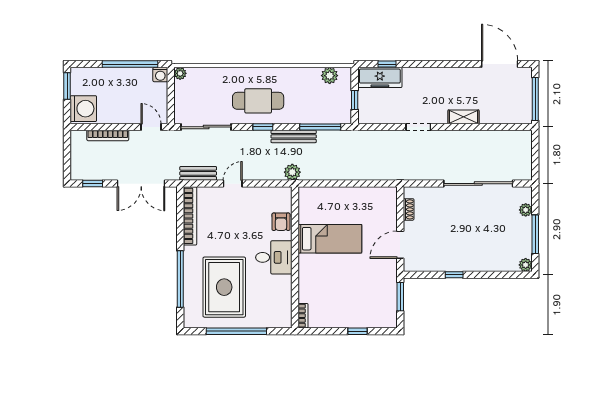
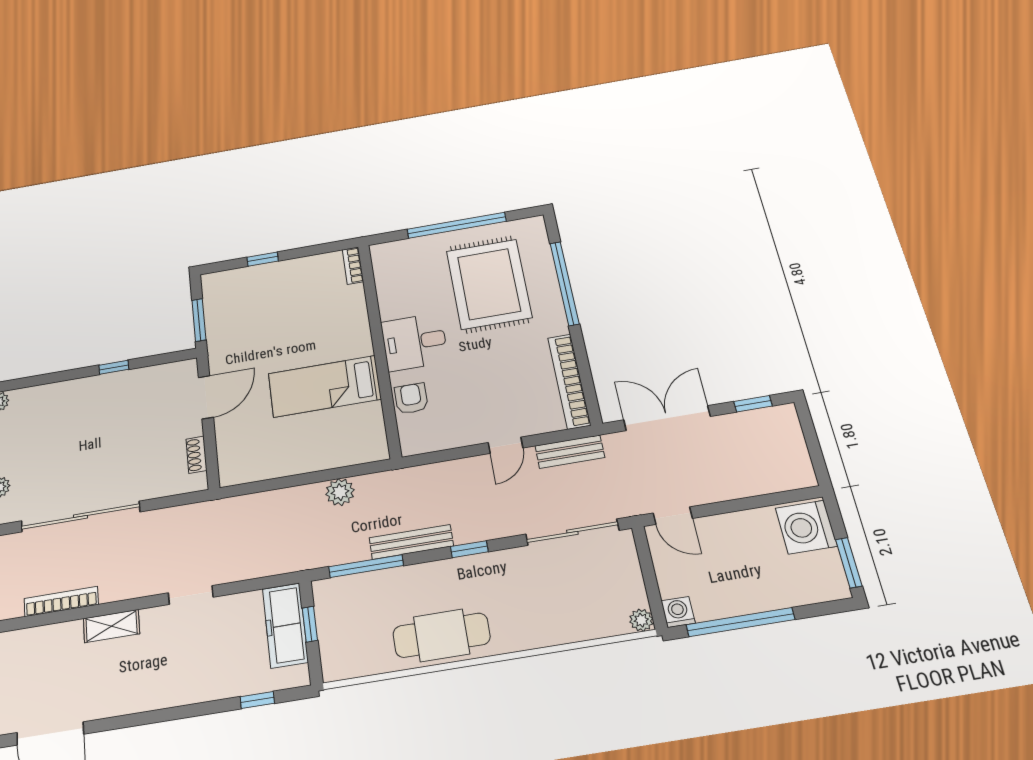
plant: (330, 76) -> (361, 661), removed
freezer: (380, 77) -> (285, 625), moved, turned -90
cafe table: (258, 101) -> (441, 635), moved
bookcase: (108, 135) -> (61, 602), moved
plant: (292, 172) -> (340, 492), moved

